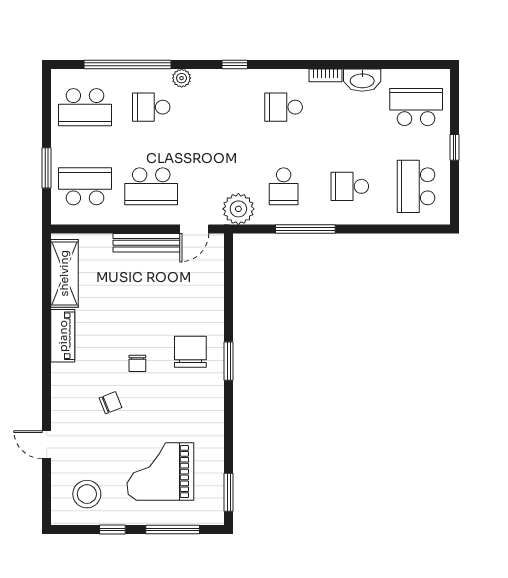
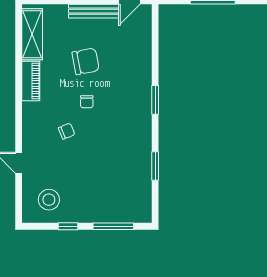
chair: (190, 352) -> (86, 61), moved, turned 79
grand piano: (160, 472) -> (104, 183), removed
window: (229, 492) -> (155, 166), moved

